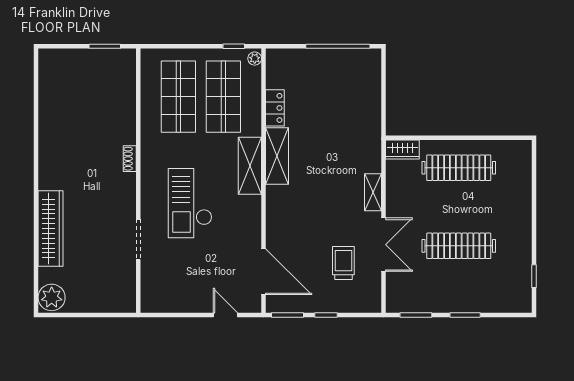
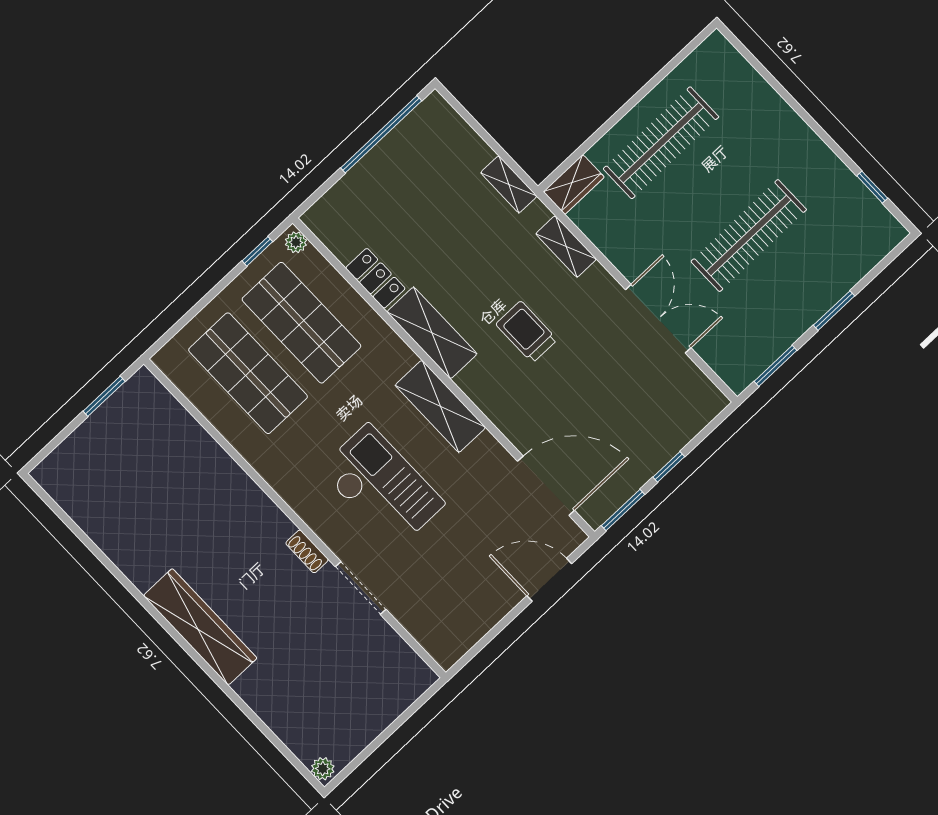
shelving: (374, 122) -> (509, 184), added
shoe rack: (130, 159) -> (307, 551), moved
shelving: (250, 166) -> (440, 406), moved
shelving: (373, 192) -> (566, 246), moved
checkout: (190, 203) -> (382, 487), turned 180
wardrobe: (50, 229) -> (200, 627), moved
trolley: (343, 263) -> (527, 332), moved
plant: (52, 297) -> (323, 769), width x0.53, depth x0.53
door: (225, 315) -> (549, 580), width x1.37

